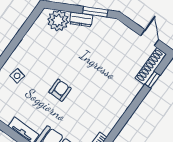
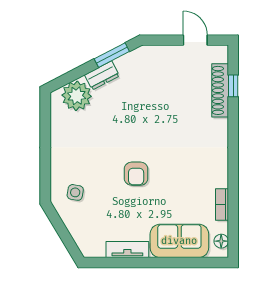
shoe rack: (151, 66) -> (220, 90), moved
armchair: (60, 90) -> (136, 174), turned 180

